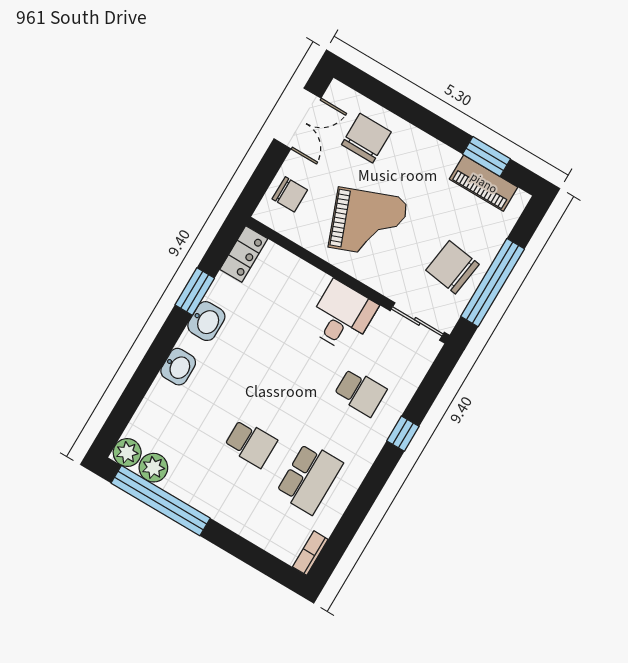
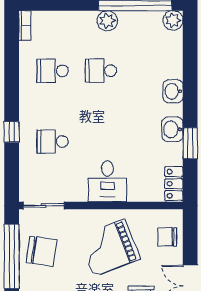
desk: (342, 316) -> (107, 181), moved
plant: (153, 468) -> (107, 21), moved
school desk: (309, 478) -> (53, 71), width x0.54

